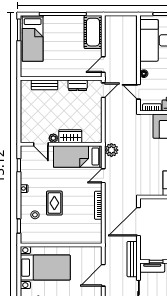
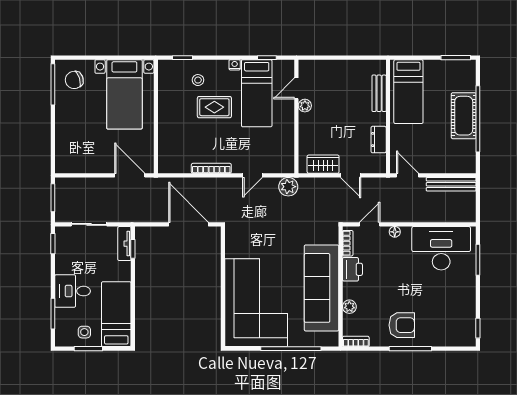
cot: (93, 32) -> (464, 116), moved, turned 90
bed: (33, 38) -> (408, 92), moved, turned -90
door: (103, 90) -> (351, 175), moved
wardrobe: (70, 136) -> (323, 164), moved, turned -90
bed: (78, 156) -> (257, 93), moved, turned 180
door: (103, 176) -> (252, 175), swing flipped
bench: (132, 259) -> (451, 184), moved
door: (103, 275) -> (130, 175), moved

